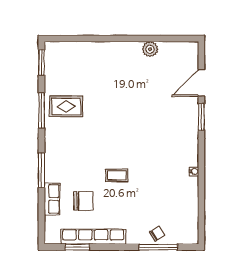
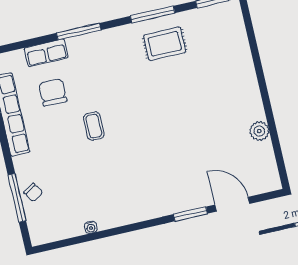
rug: (66, 106) -> (165, 44), turned 90
water cooler: (194, 171) -> (91, 227), moved
chair: (84, 201) -> (53, 92), turned 180

